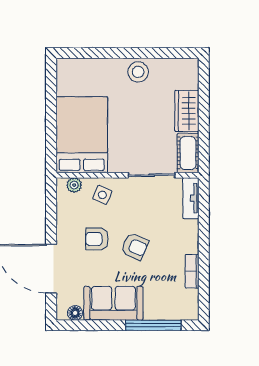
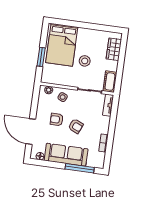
stool: (138, 72) -> (85, 61), moved
wardrobe: (187, 111) -> (114, 49), moved
window: (51, 125) -> (41, 57), added
bed: (82, 135) -> (62, 45), moved, turned 180
sofa: (113, 303) -> (66, 155), width x1.36

